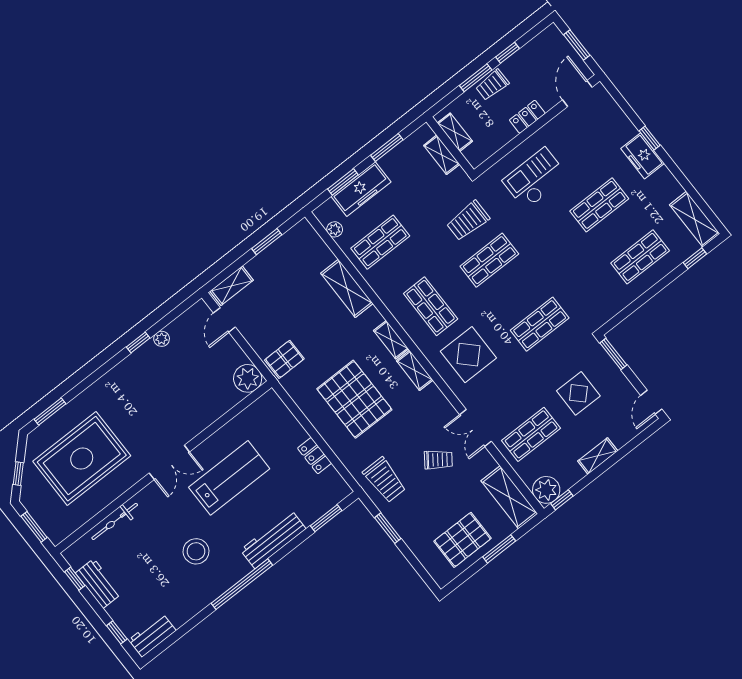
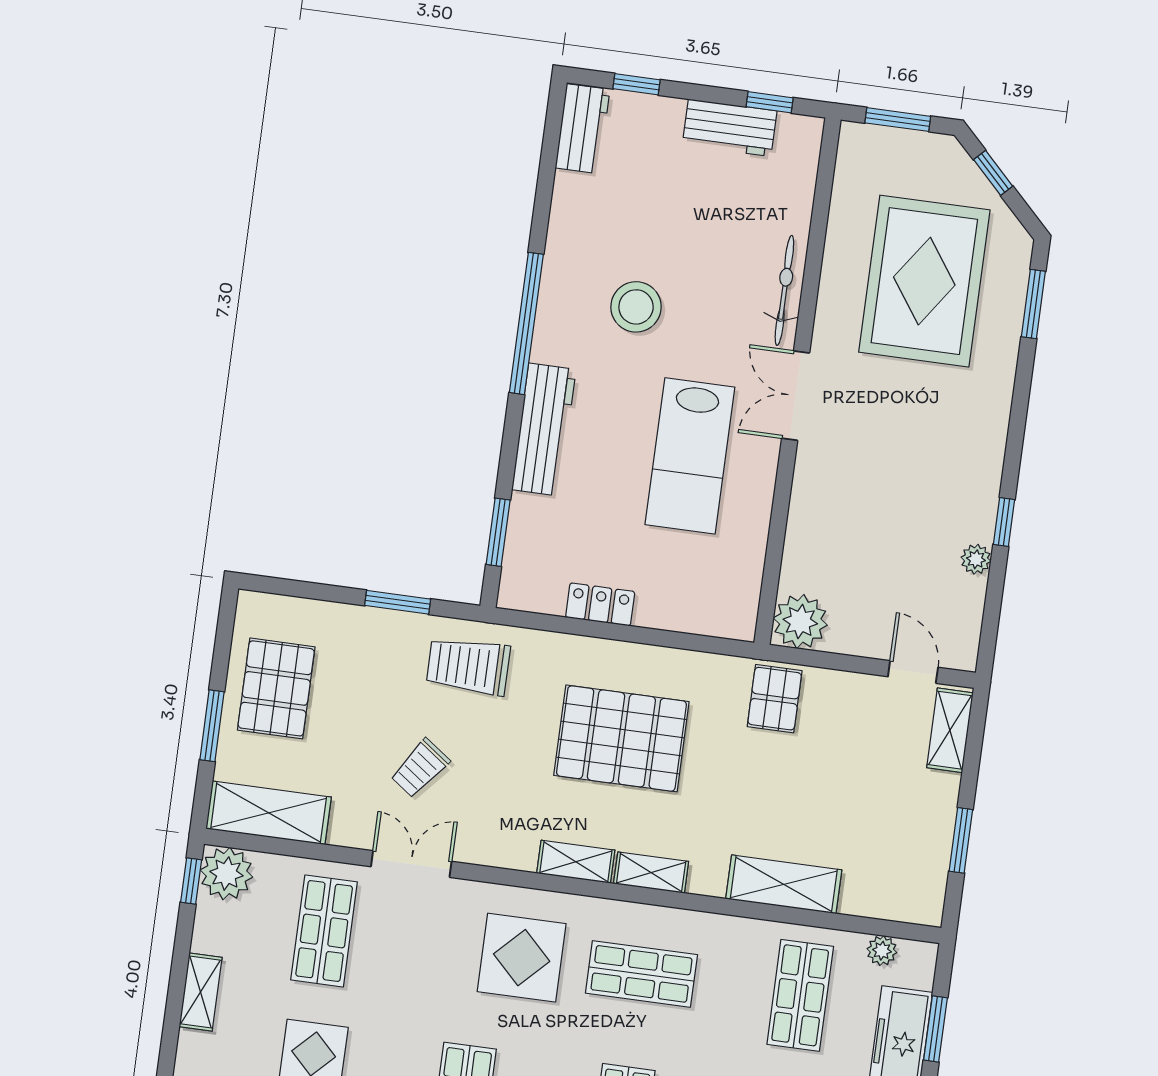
bicycle: (115, 521) -> (784, 290), moved

